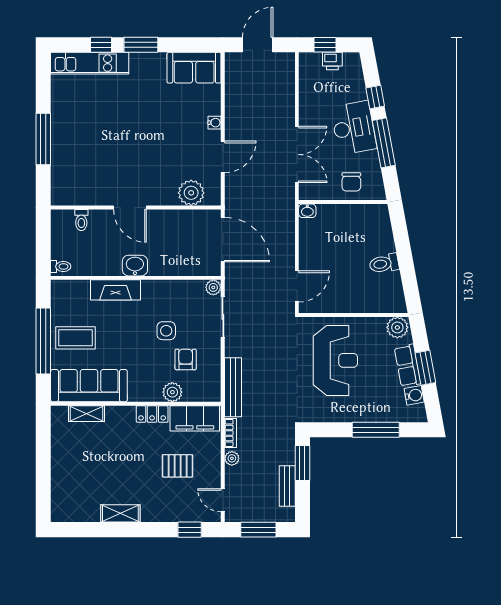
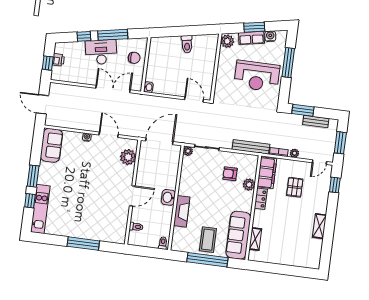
side table: (166, 331) -> (211, 183), removed
reception desk: (335, 360) -> (257, 76), moved, turned 180

